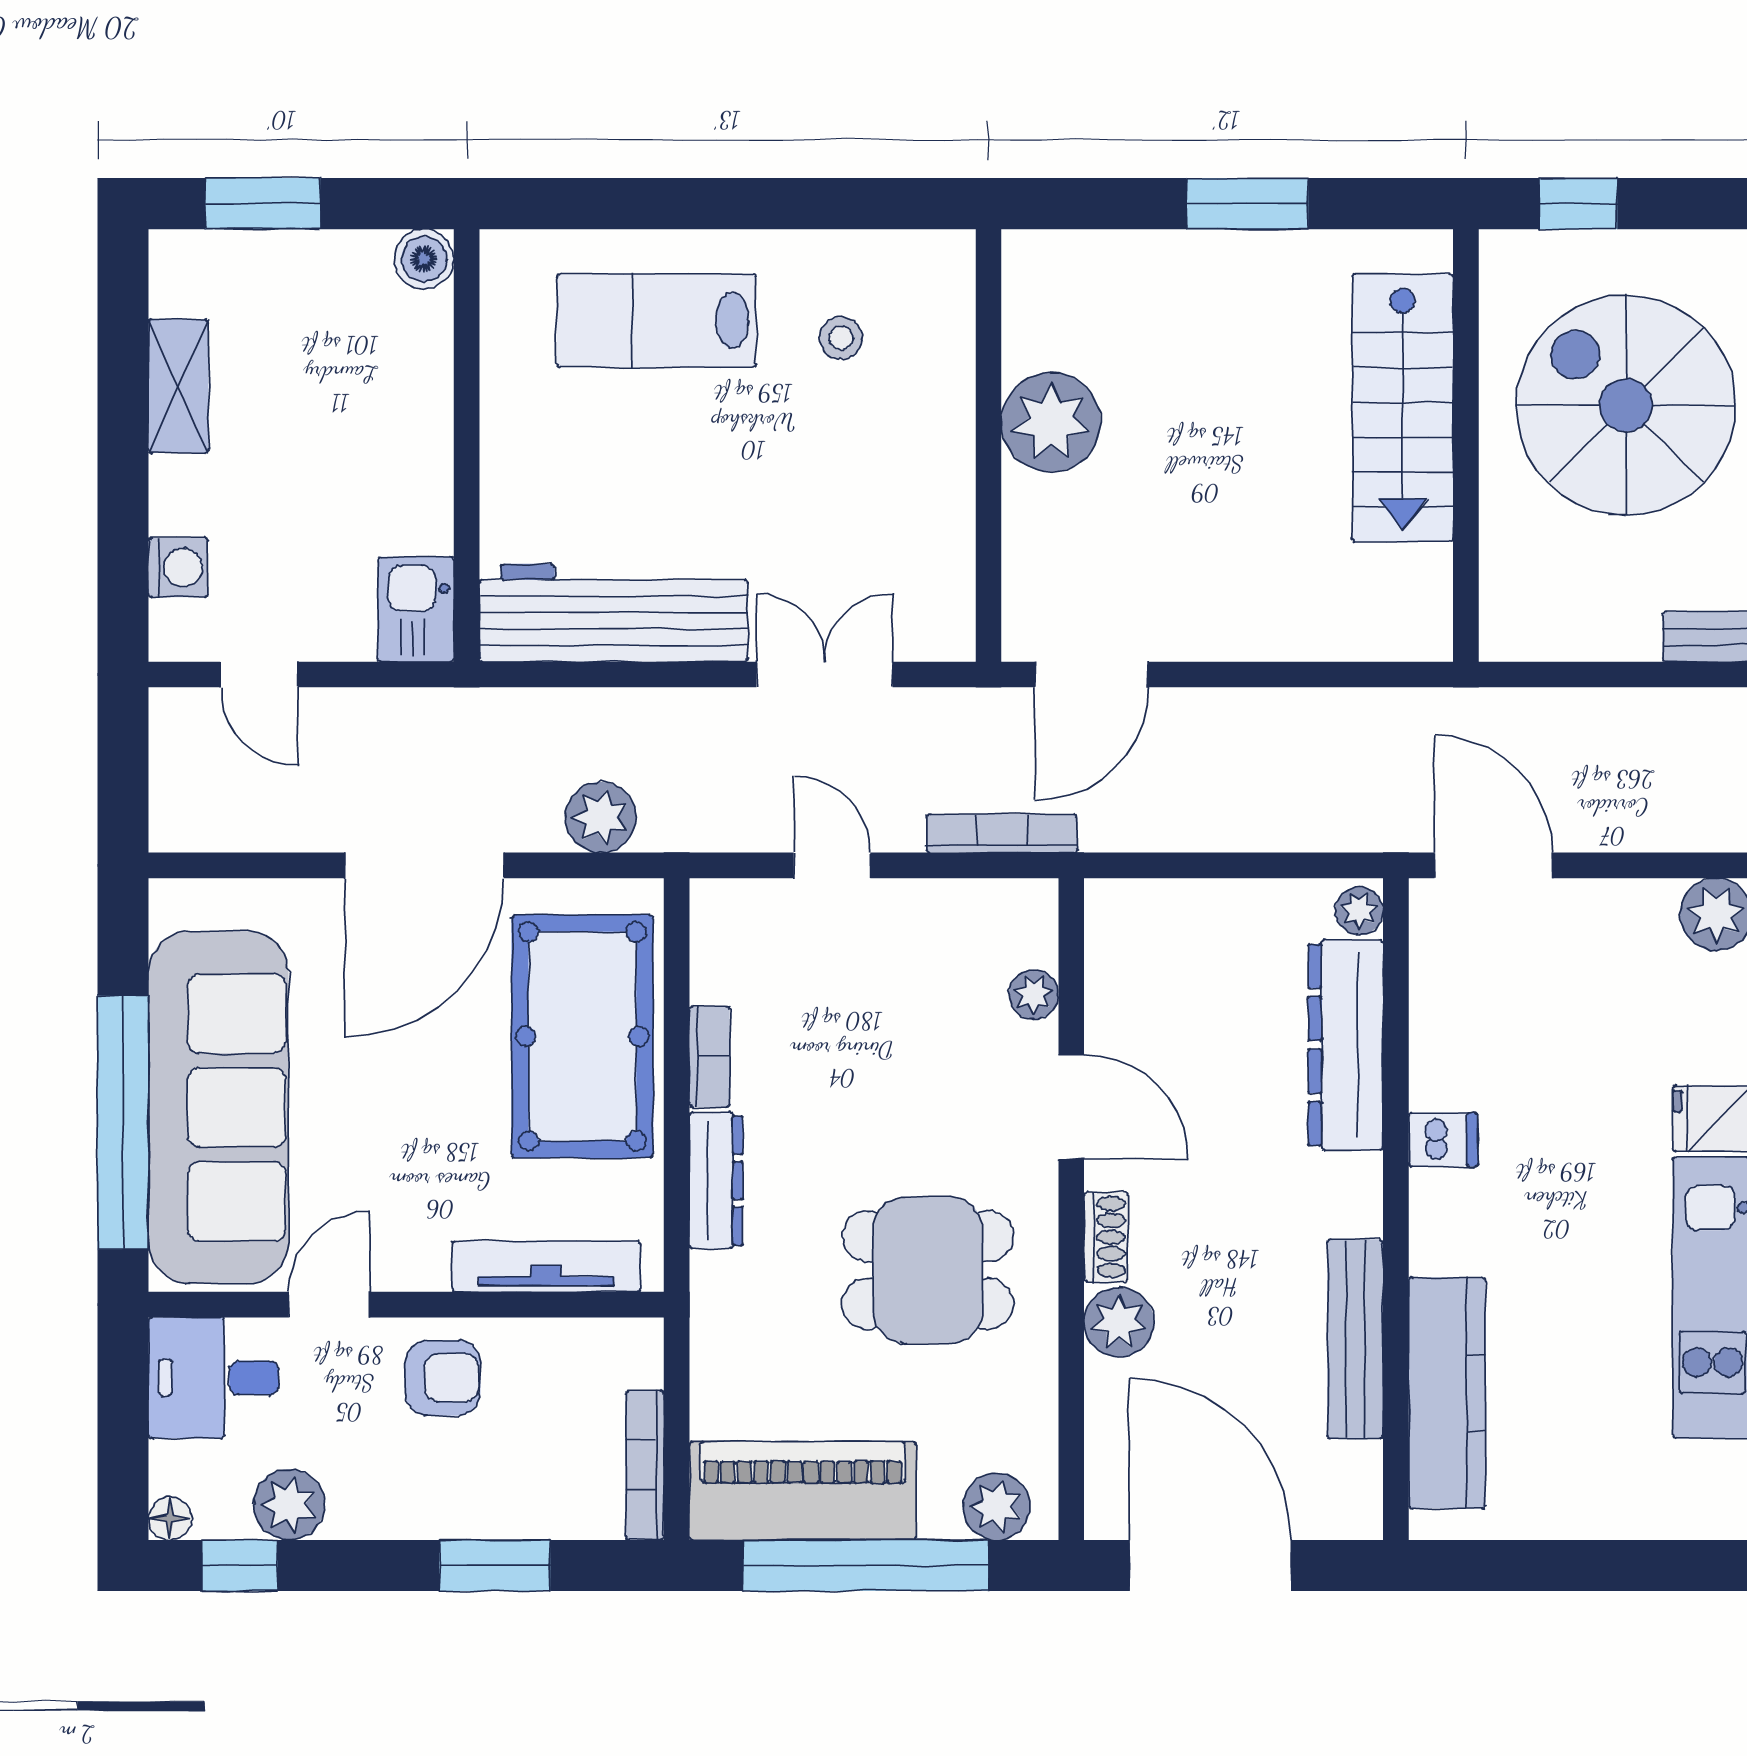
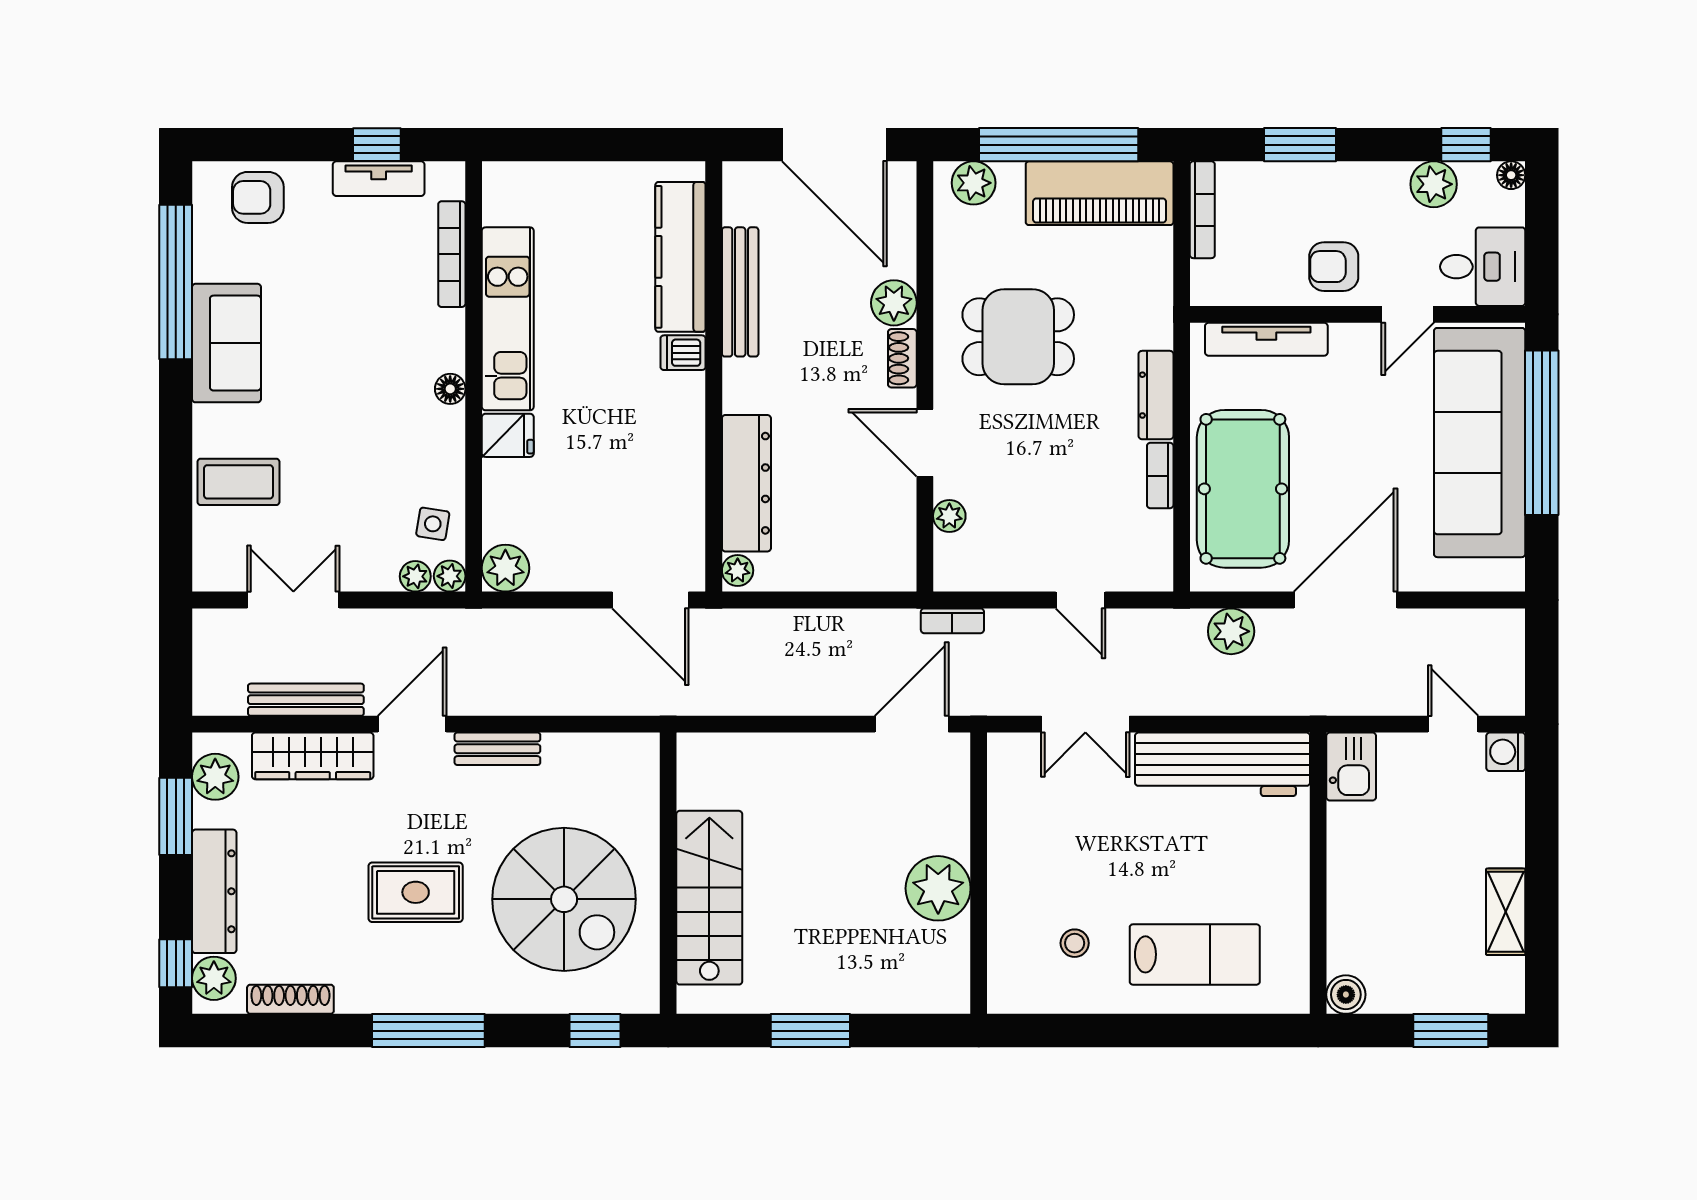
washing machine: (178, 567) -> (1506, 752), moved
bookcase: (1002, 833) -> (952, 621), width x0.64
dishwasher: (1443, 1140) -> (683, 353), moved

